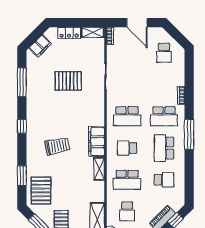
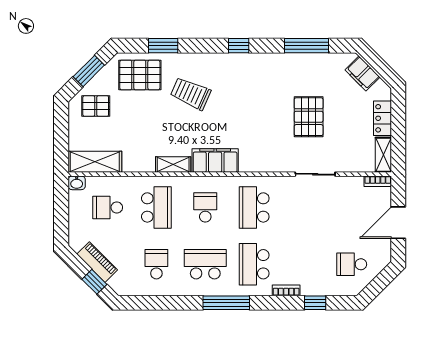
window: (189, 77) -> (315, 303), added
trolley: (57, 146) -> (191, 94), moved, turned 125
school desk: (127, 180) -> (156, 207), turned 180
school desk: (164, 180) -> (156, 264), turned 180

